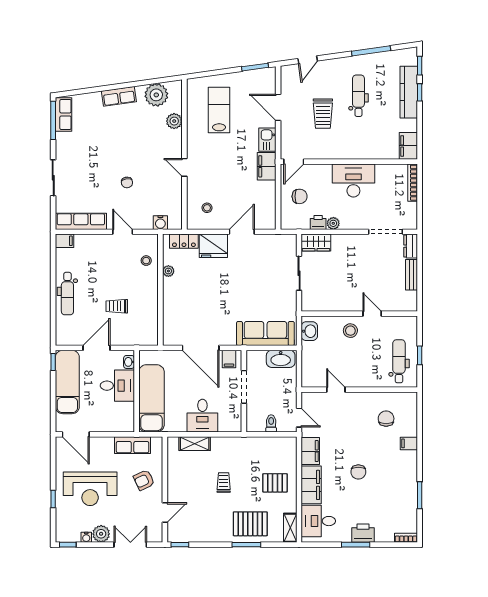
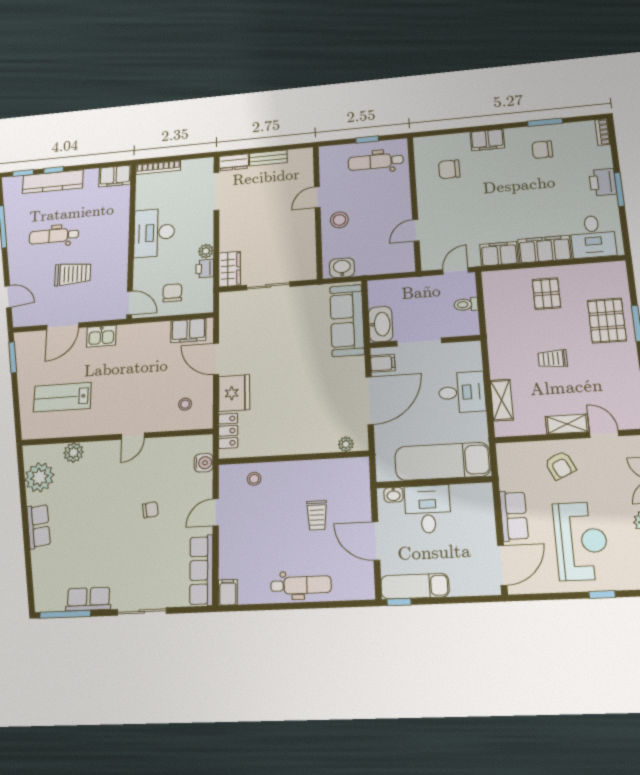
row of seats: (64, 114) -> (88, 599), moved
filing cabinet: (267, 166) -> (188, 331), moved
plant: (168, 271) -> (346, 444), moved
washbasin: (281, 359) -> (381, 324), moved
exam couch: (67, 382) -> (415, 586), width x0.73, depth x0.69
filing cabinet: (409, 443) -> (487, 140), width x2.00
row of seats: (133, 445) -> (514, 516), moved
chair: (358, 472) -> (542, 150), moved, turned 180
shelving: (290, 528) -> (567, 424), moved

